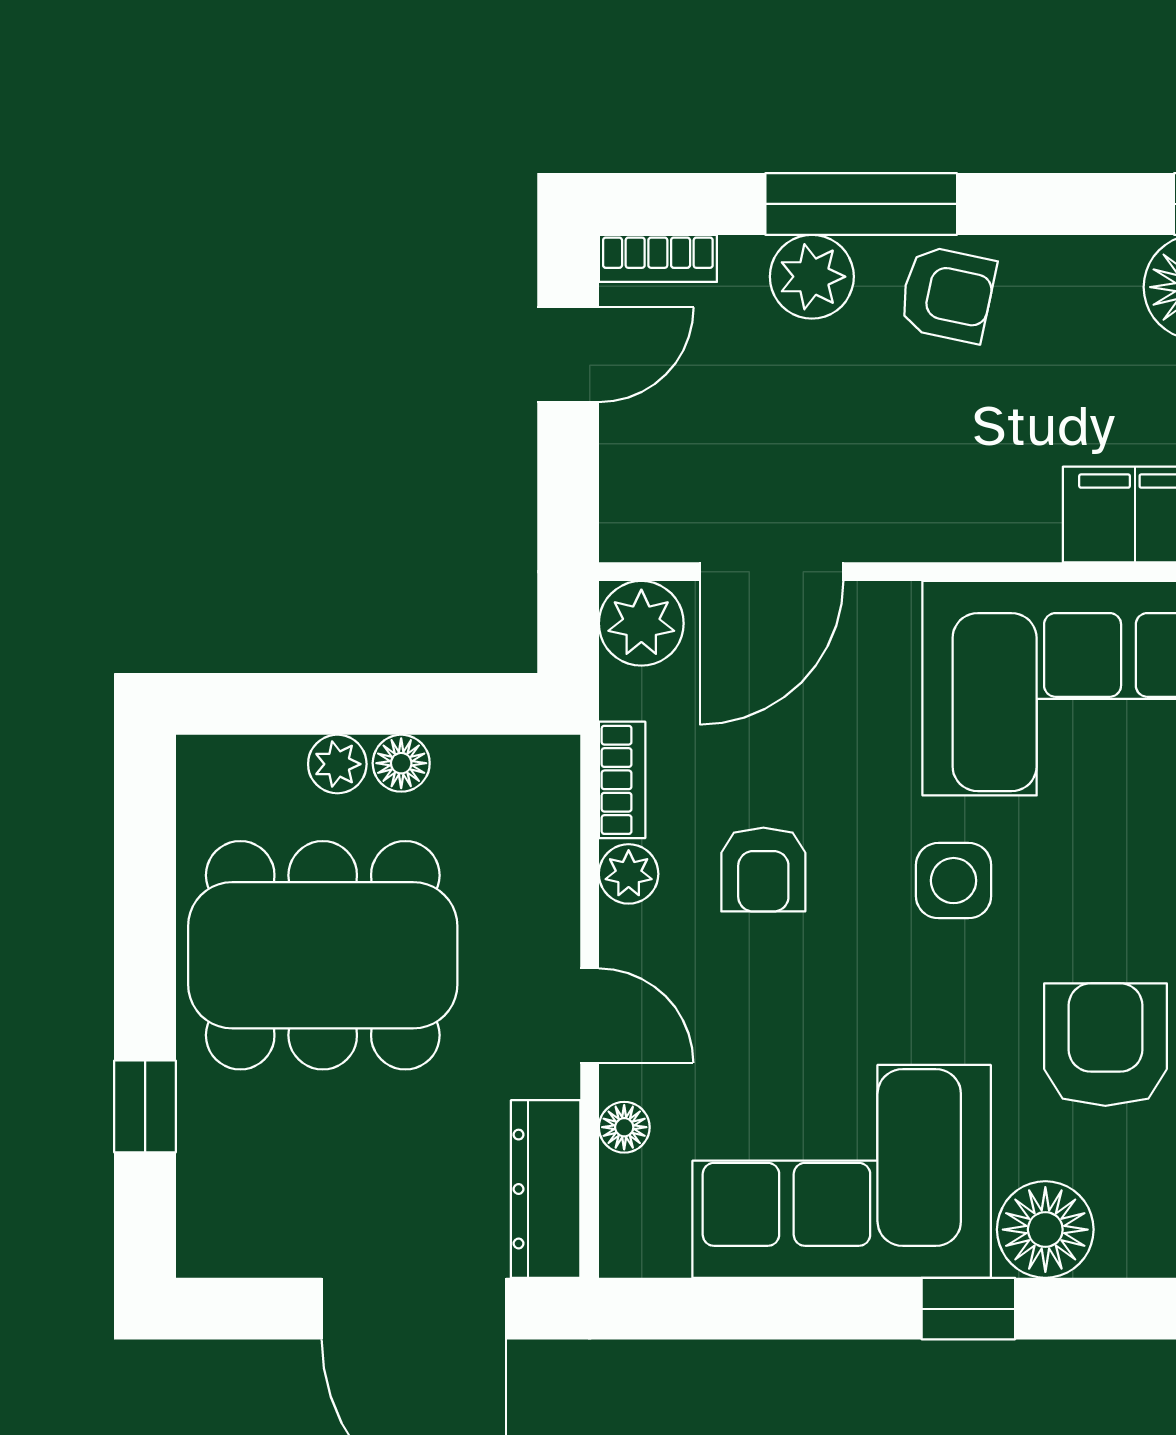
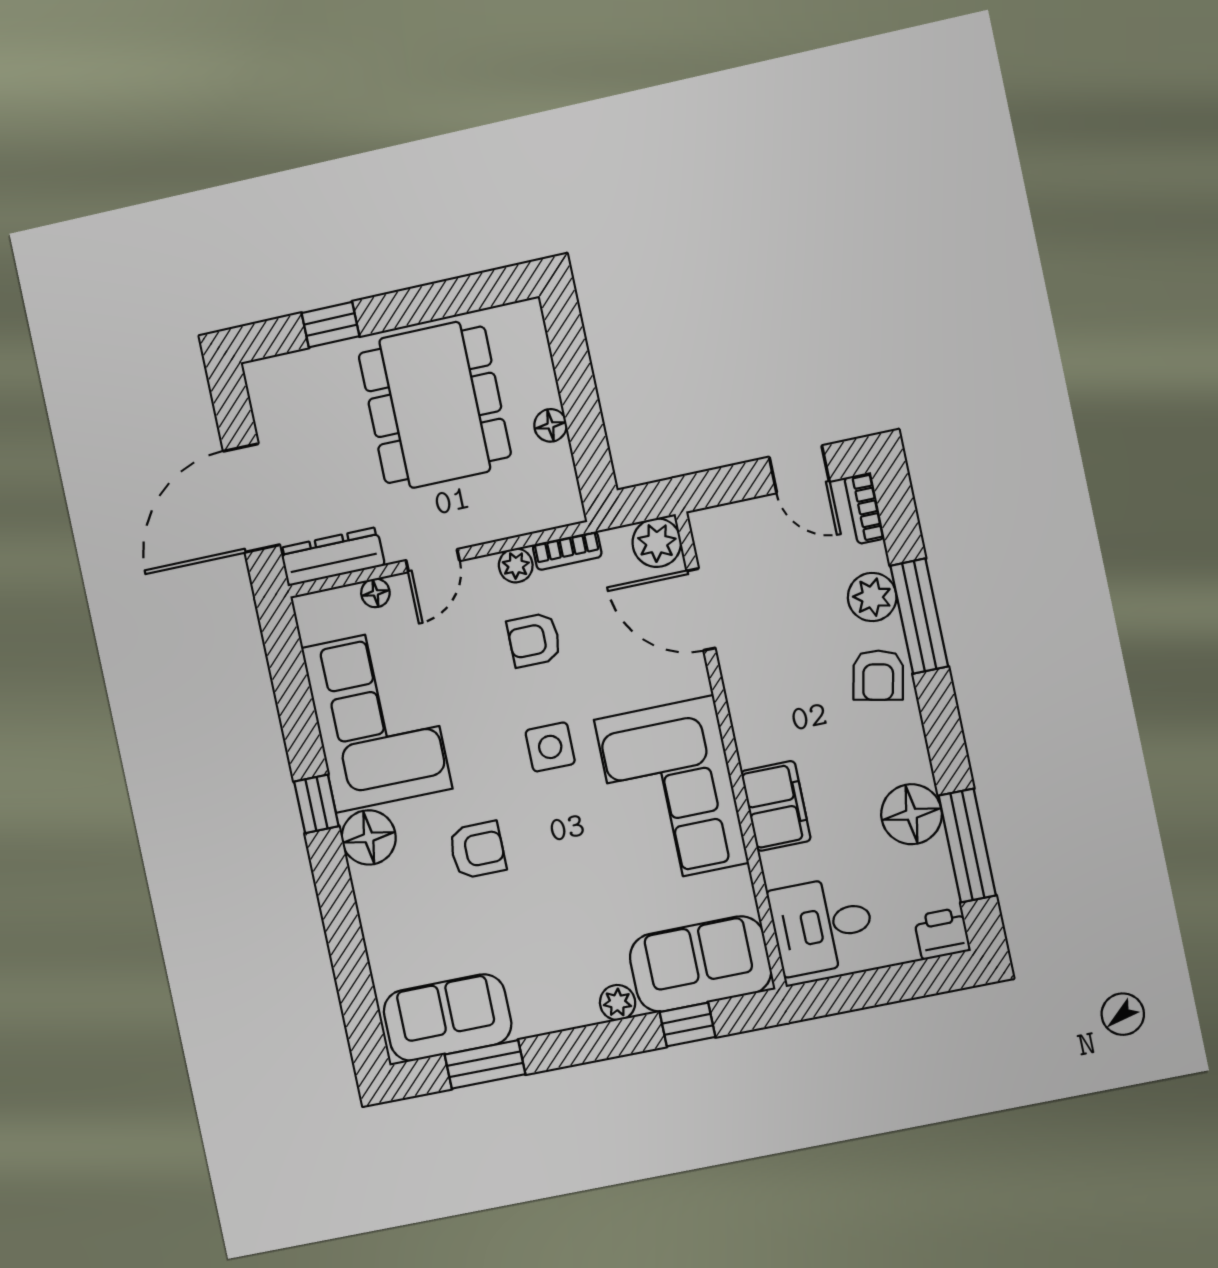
plant: (337, 764) -> (543, 390), removed
armchair: (1105, 1045) -> (477, 850), width x0.72, depth x0.72

